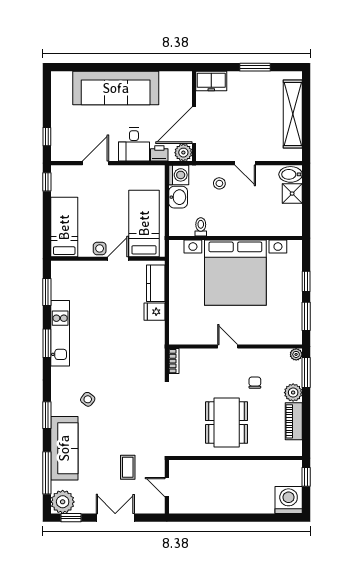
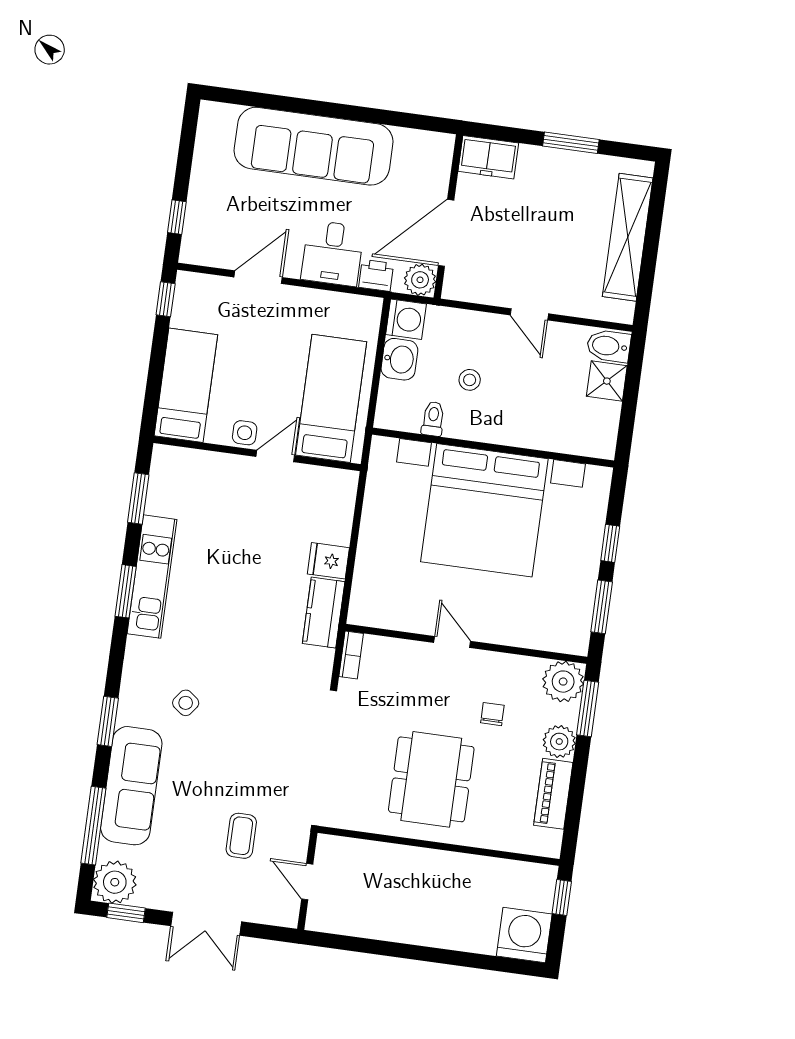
stool: (219, 183) -> (470, 380), moved
kitchen counter: (156, 283) -> (324, 613), moved
plant: (296, 354) -> (563, 682), width x1.88, depth x1.88
double door: (115, 518) -> (206, 924), swing flipped

